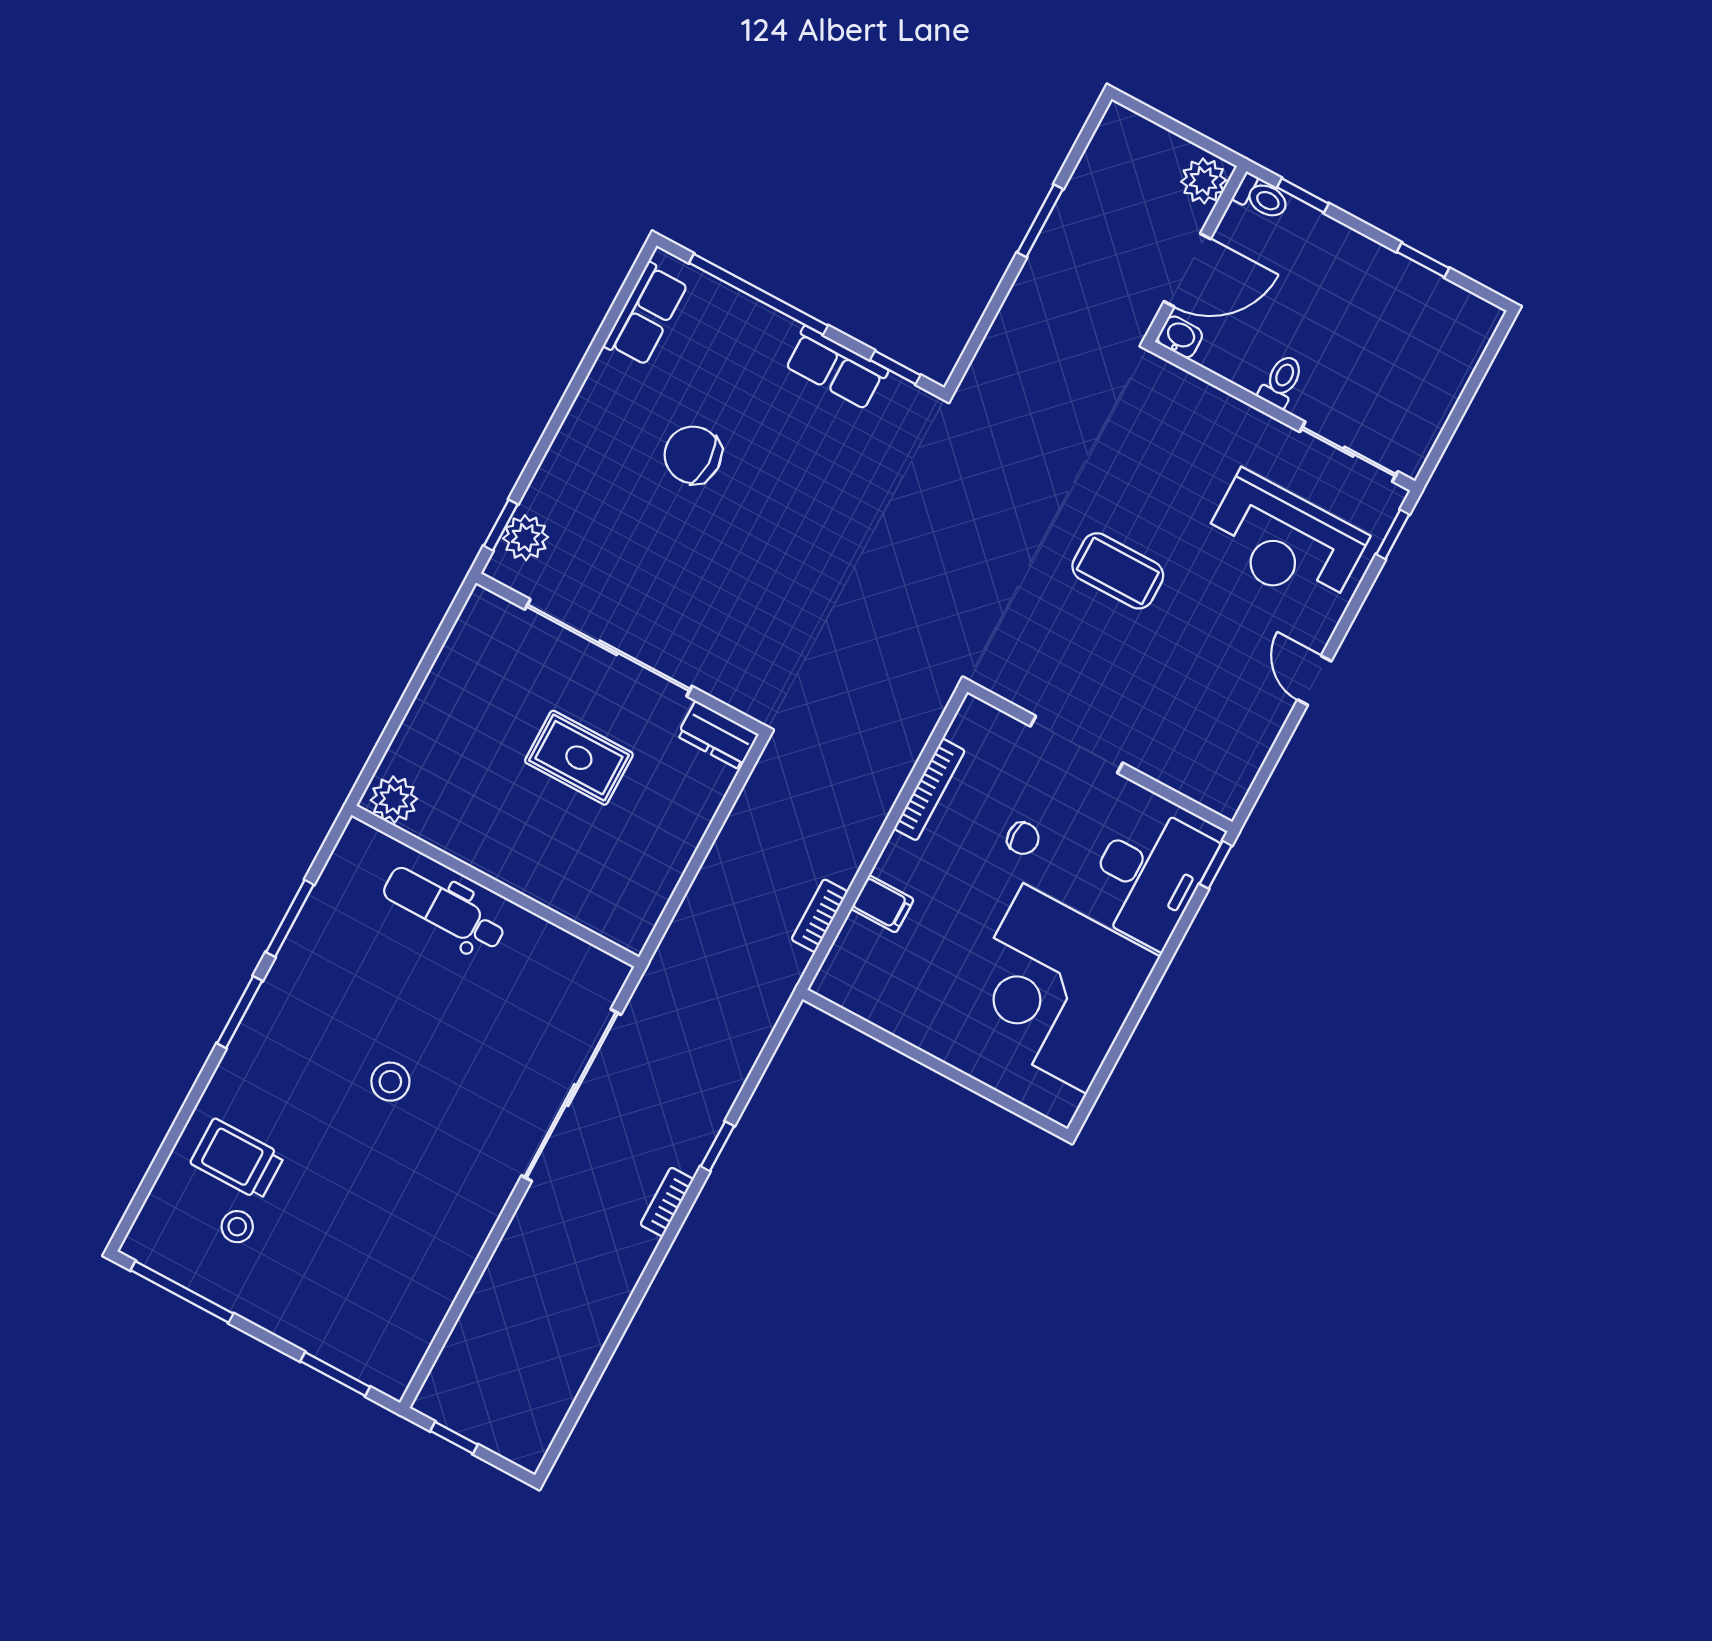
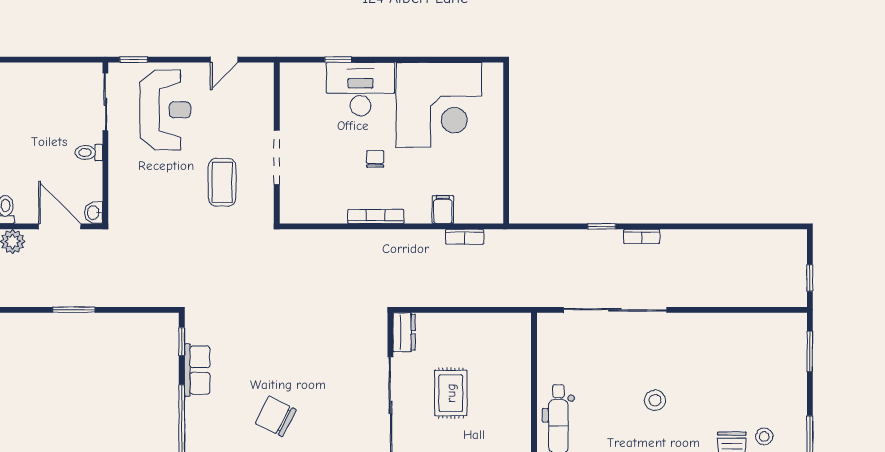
chair: (693, 455) -> (276, 416), turned 117
doorway: (1077, 744) -> (277, 157), moved
wall: (1100, 757) -> (277, 143), moved

